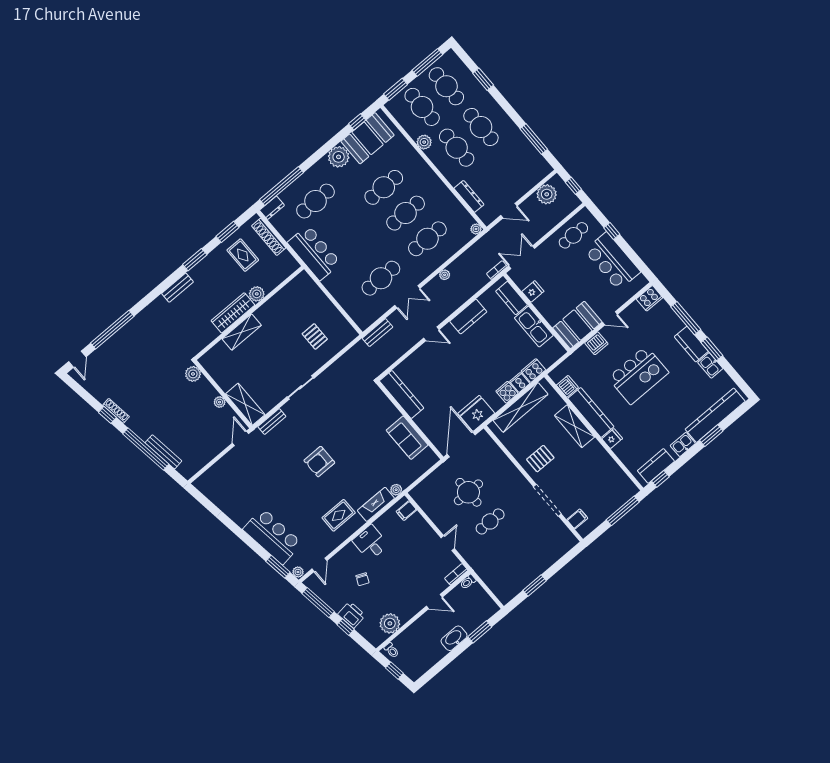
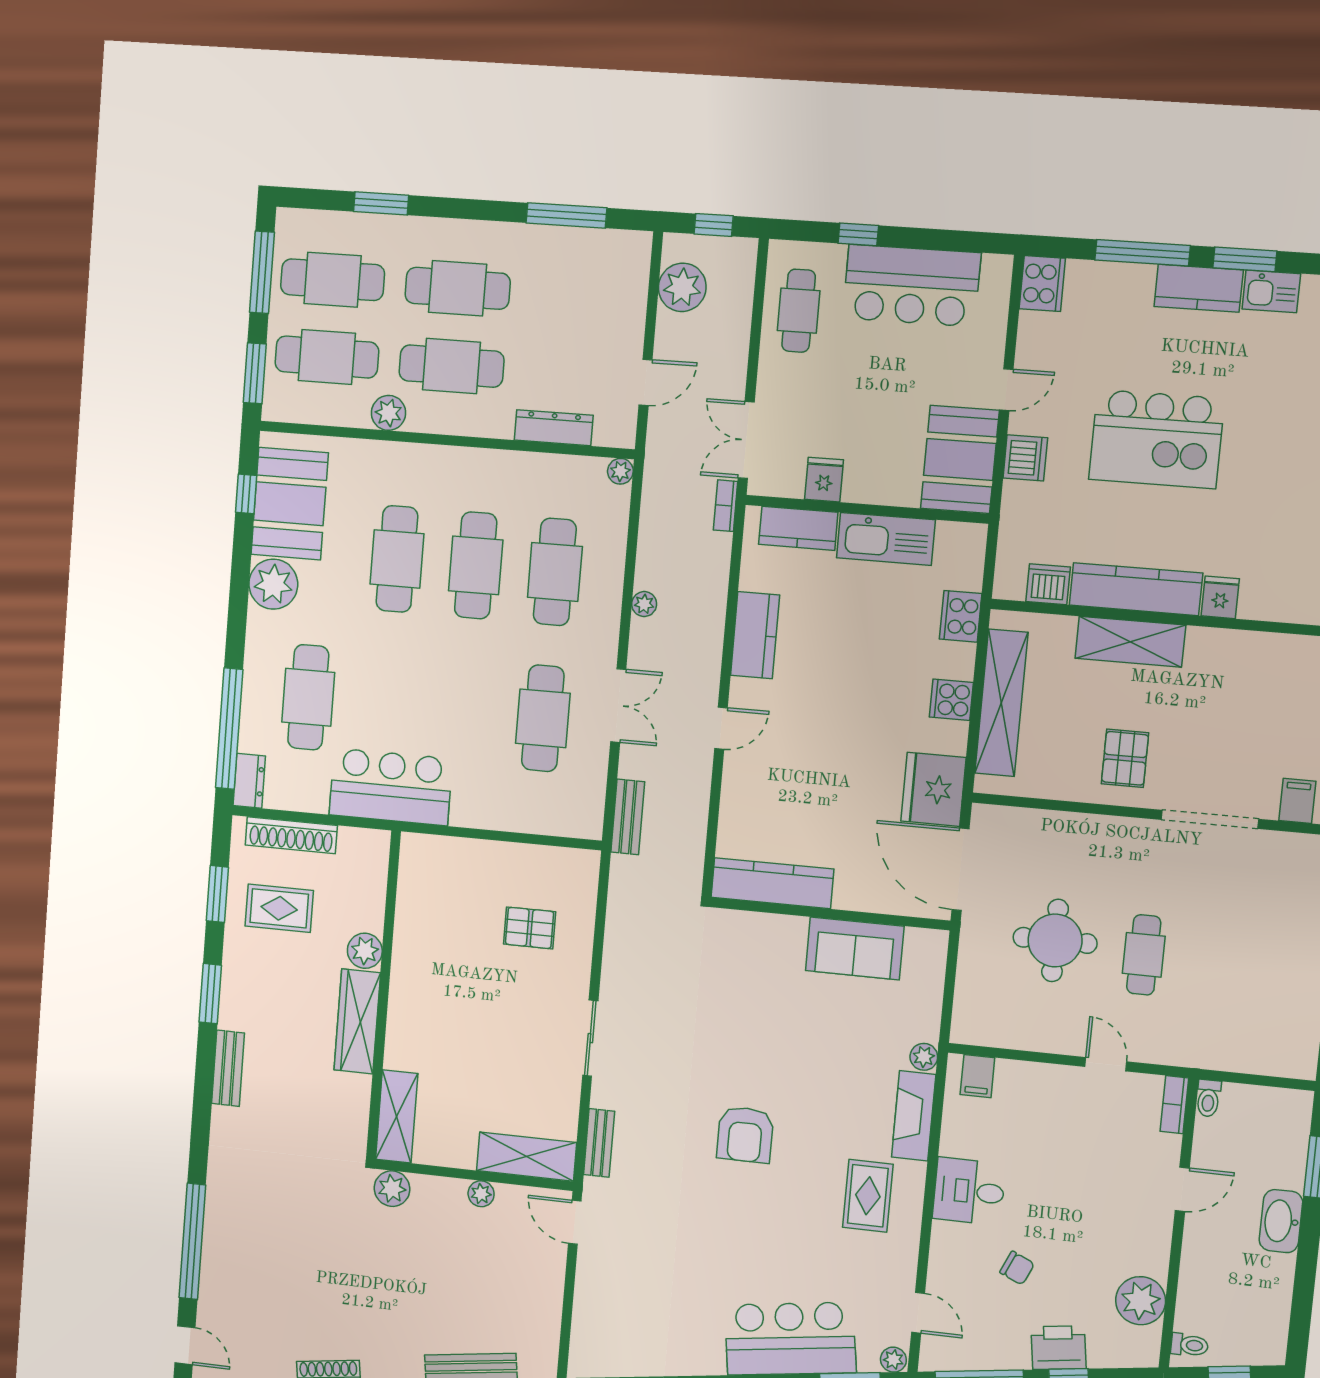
shelving: (242, 332) -> (397, 1116), moved
kitchen island: (638, 375) -> (1157, 439), turned 90
cooker: (520, 382) -> (957, 661), removed

